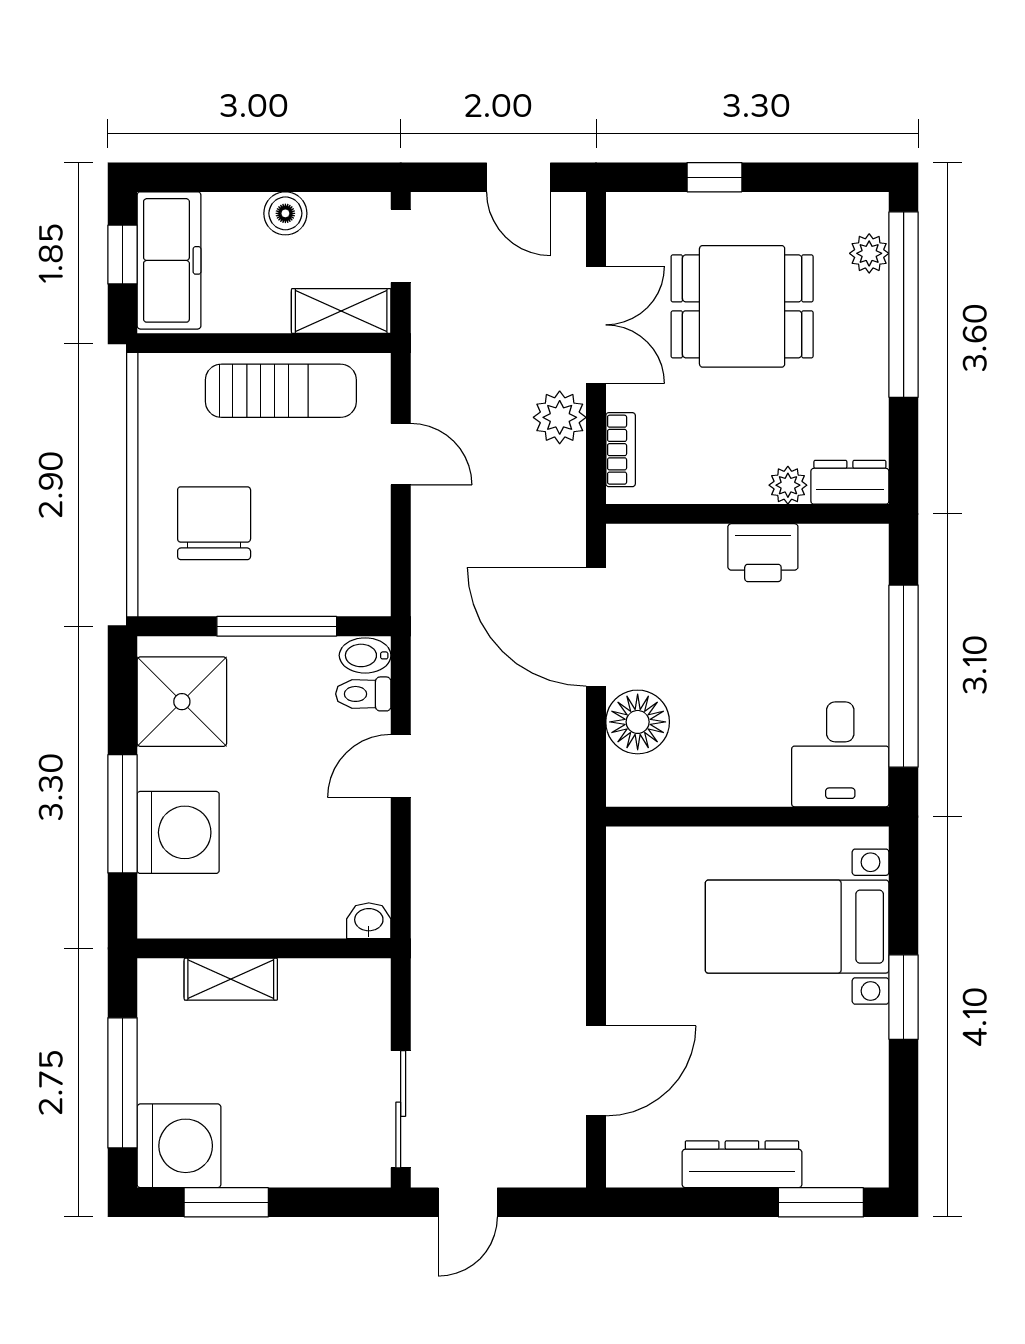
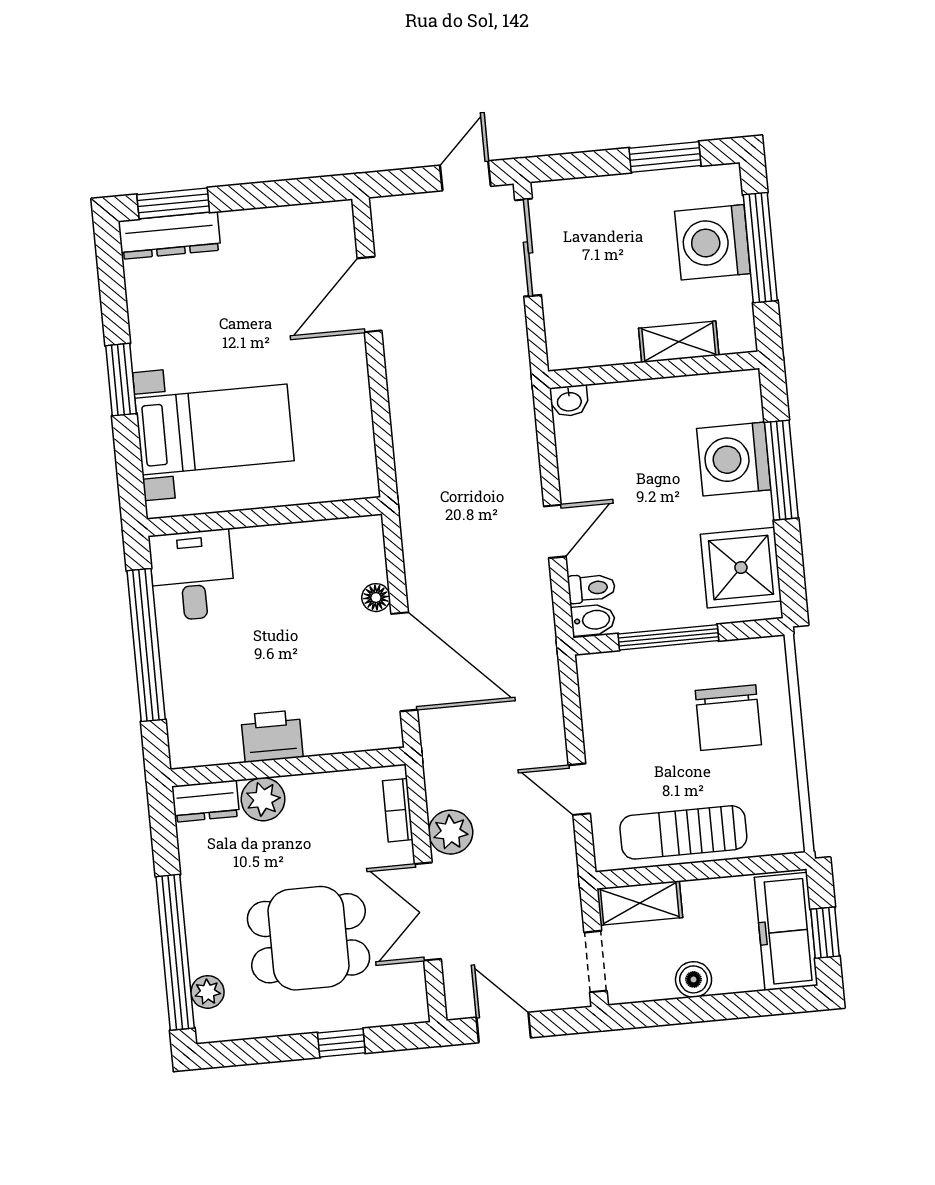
plant: (788, 485) -> (263, 799), width x1.38, depth x1.38
floor lamp: (638, 722) -> (376, 598), width x0.53, depth x0.53
washing machine: (179, 1146) -> (713, 242), moved
dresser: (742, 1164) -> (170, 236), moved

